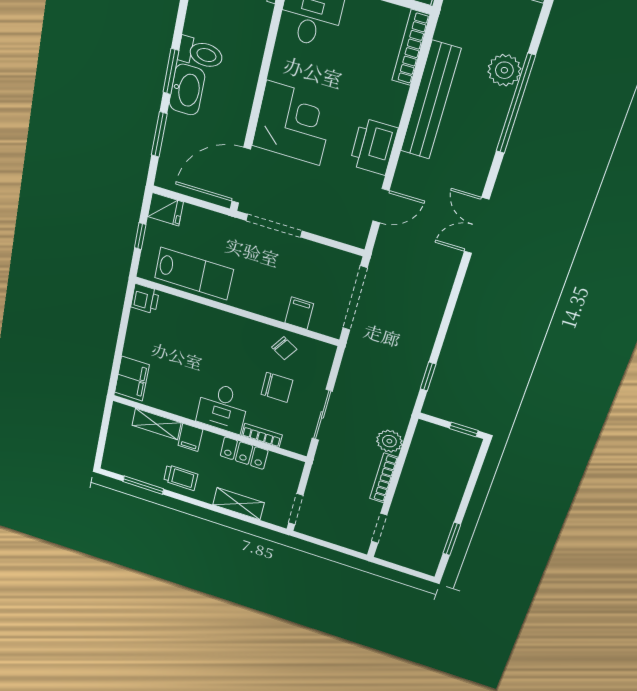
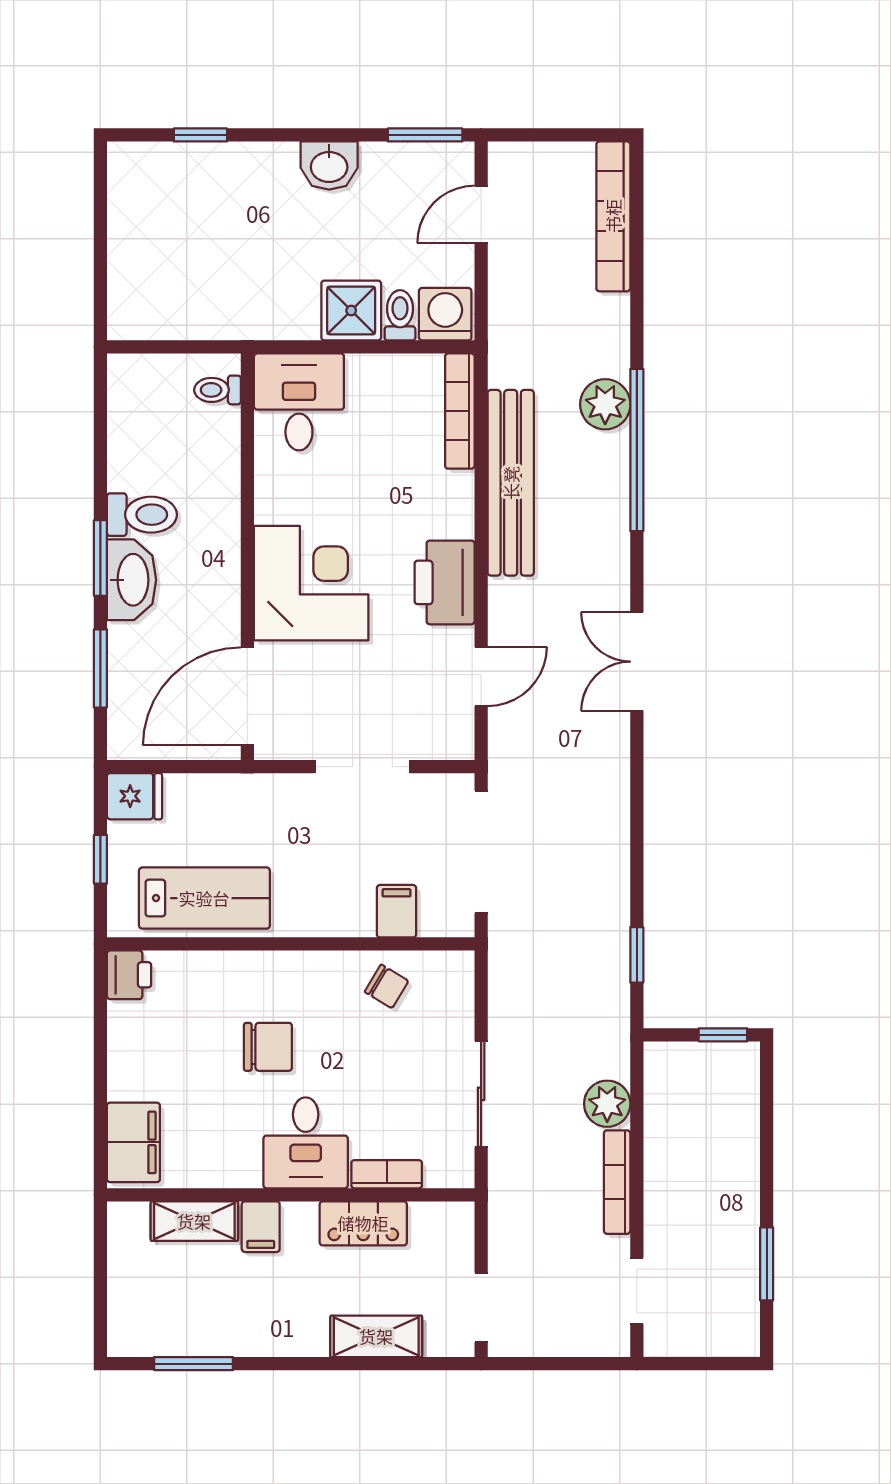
doorway: (274, 226) -> (362, 767), moved
chair: (277, 387) -> (268, 1047), moved
trolley: (181, 477) -> (260, 1320), removed

